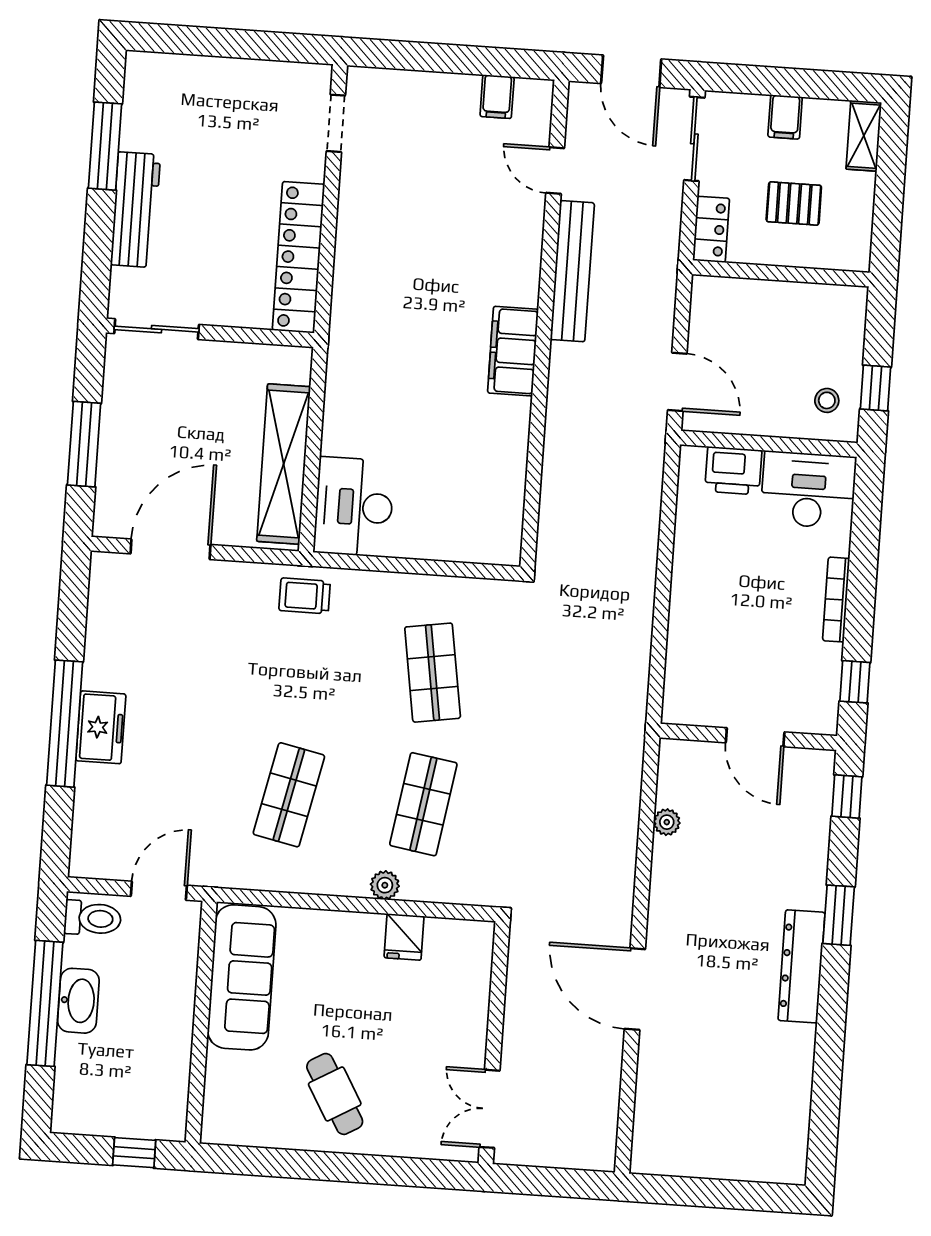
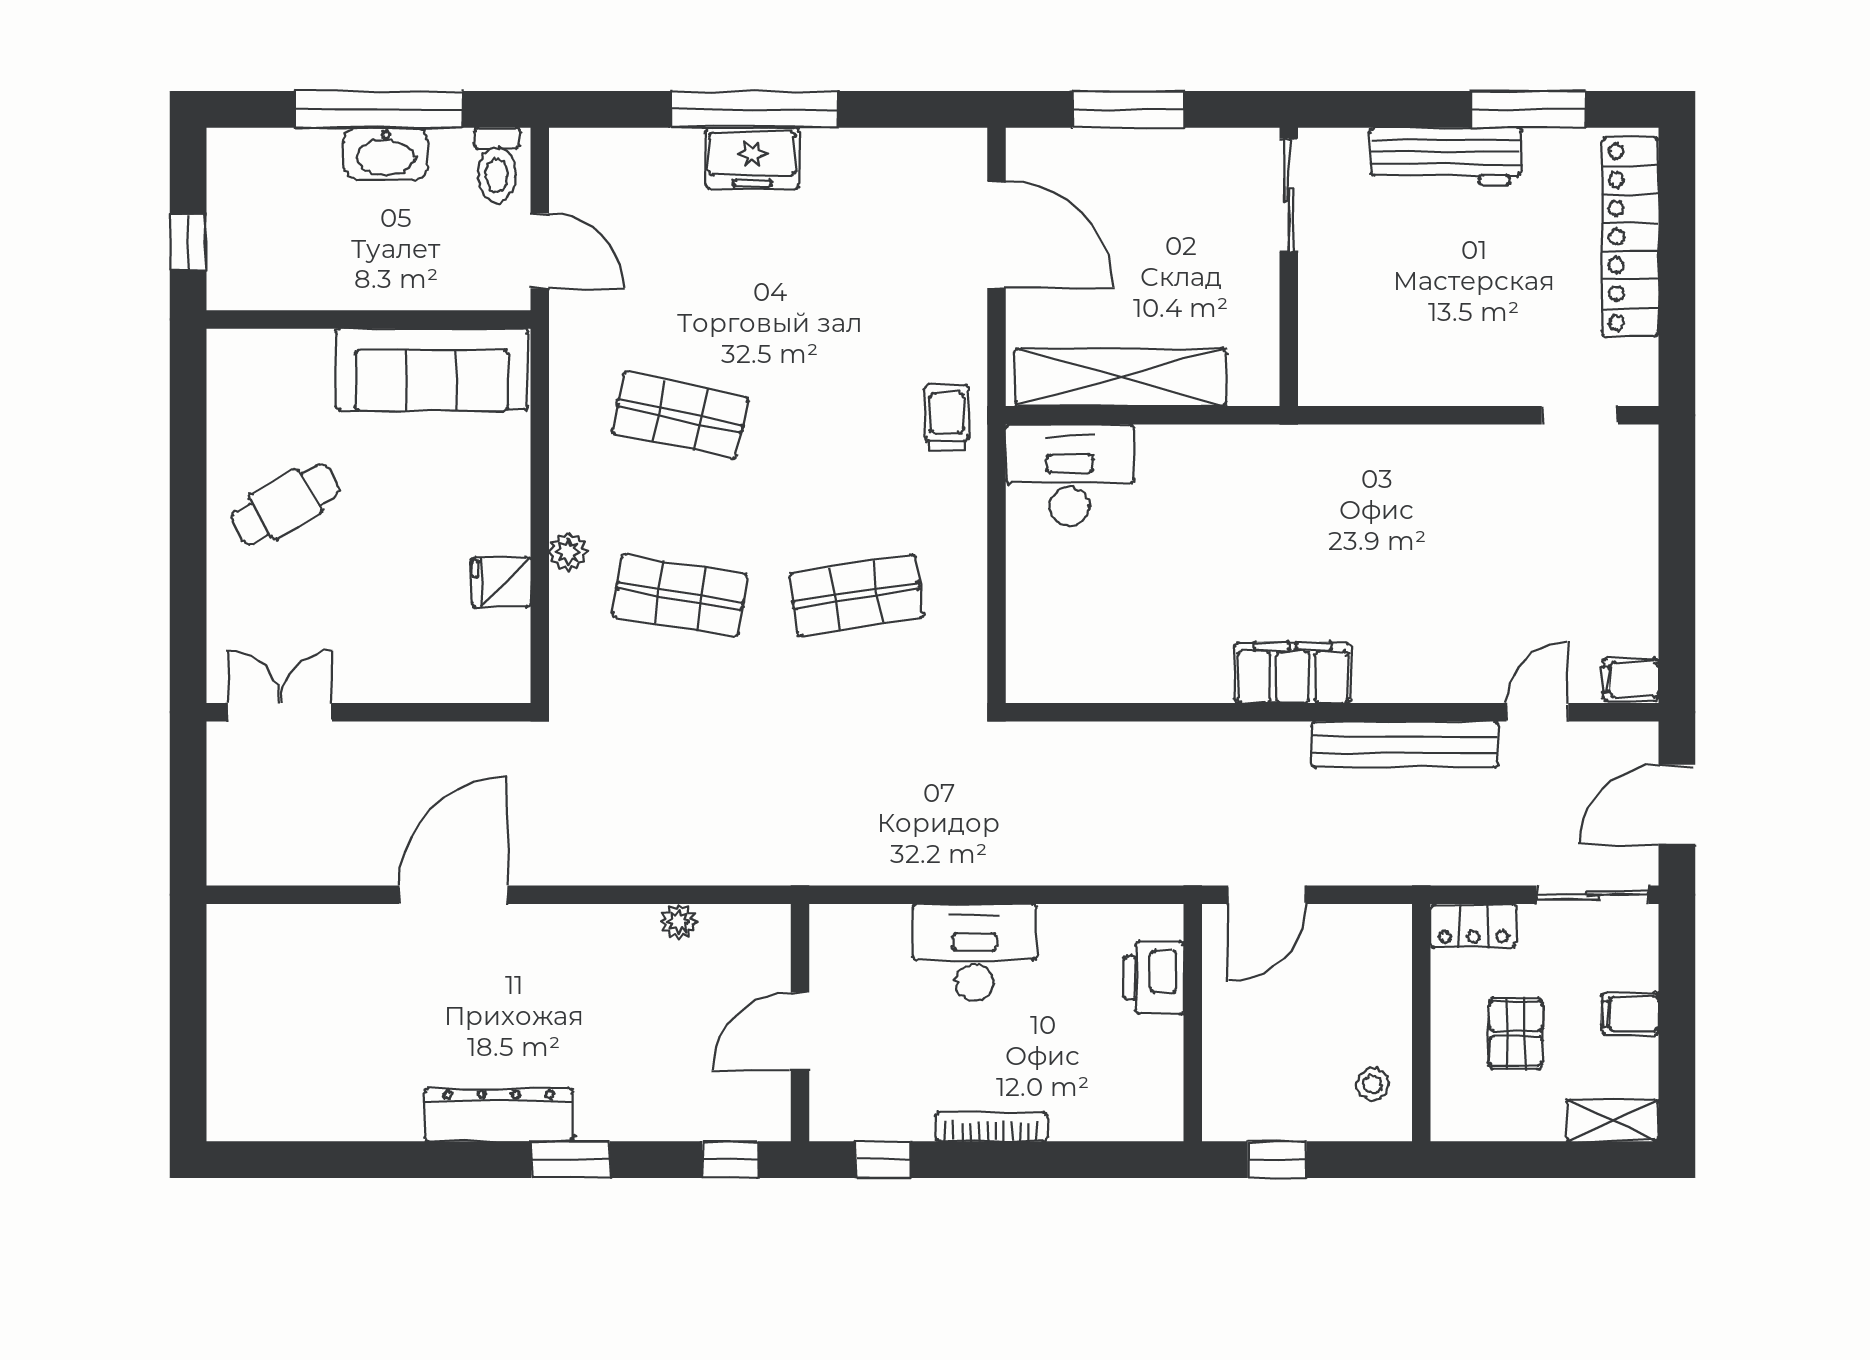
filing cabinet: (497, 97) -> (1631, 680), moved
locker: (298, 257) -> (1630, 237), moved, turned -90
stool: (827, 400) -> (1372, 1084), moved
desk: (808, 490) -> (975, 953), moved, turned -90

